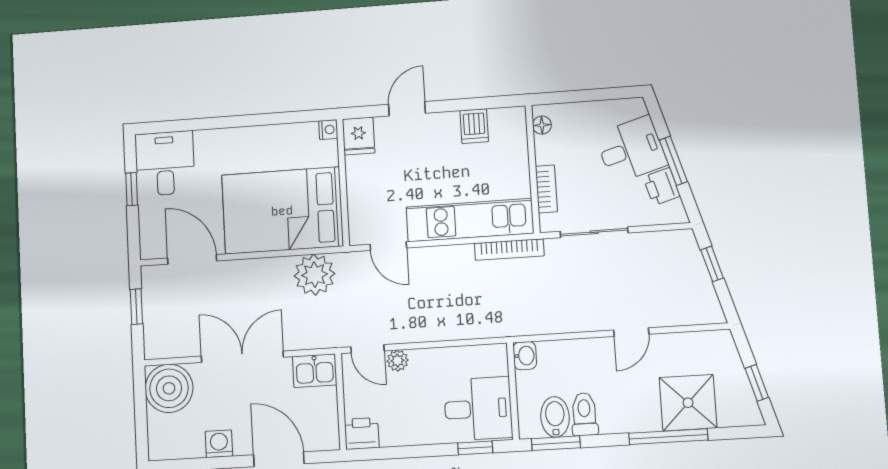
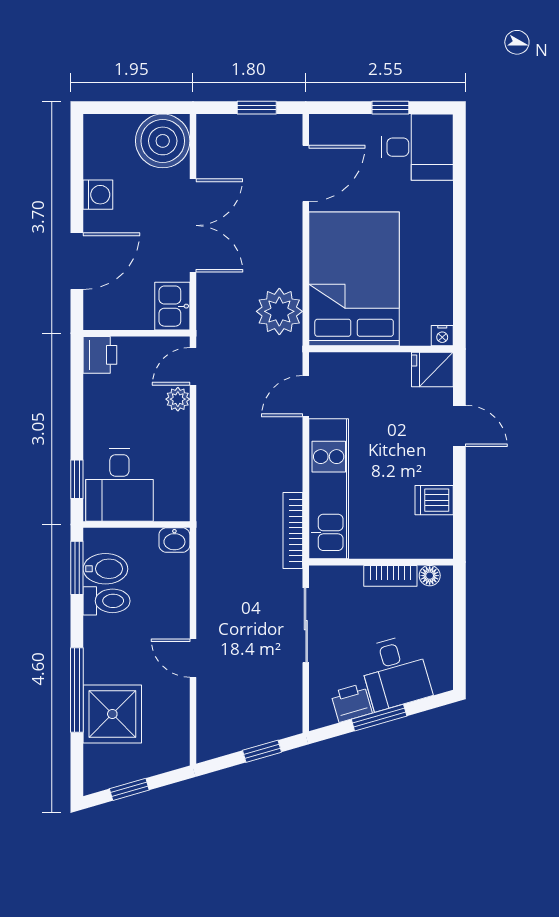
bookcase: (546, 189) -> (390, 576), moved

